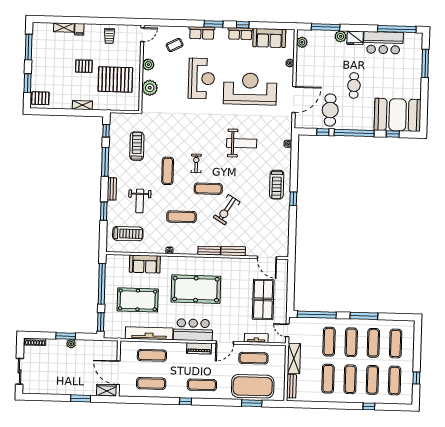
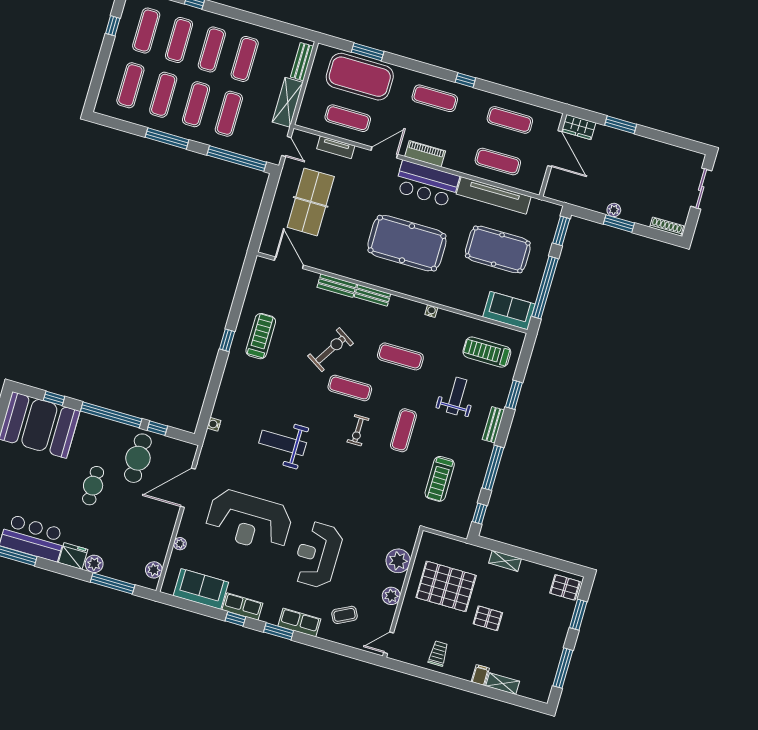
treadmill: (277, 185) -> (261, 336), moved
sofa: (145, 264) -> (509, 311), moved

